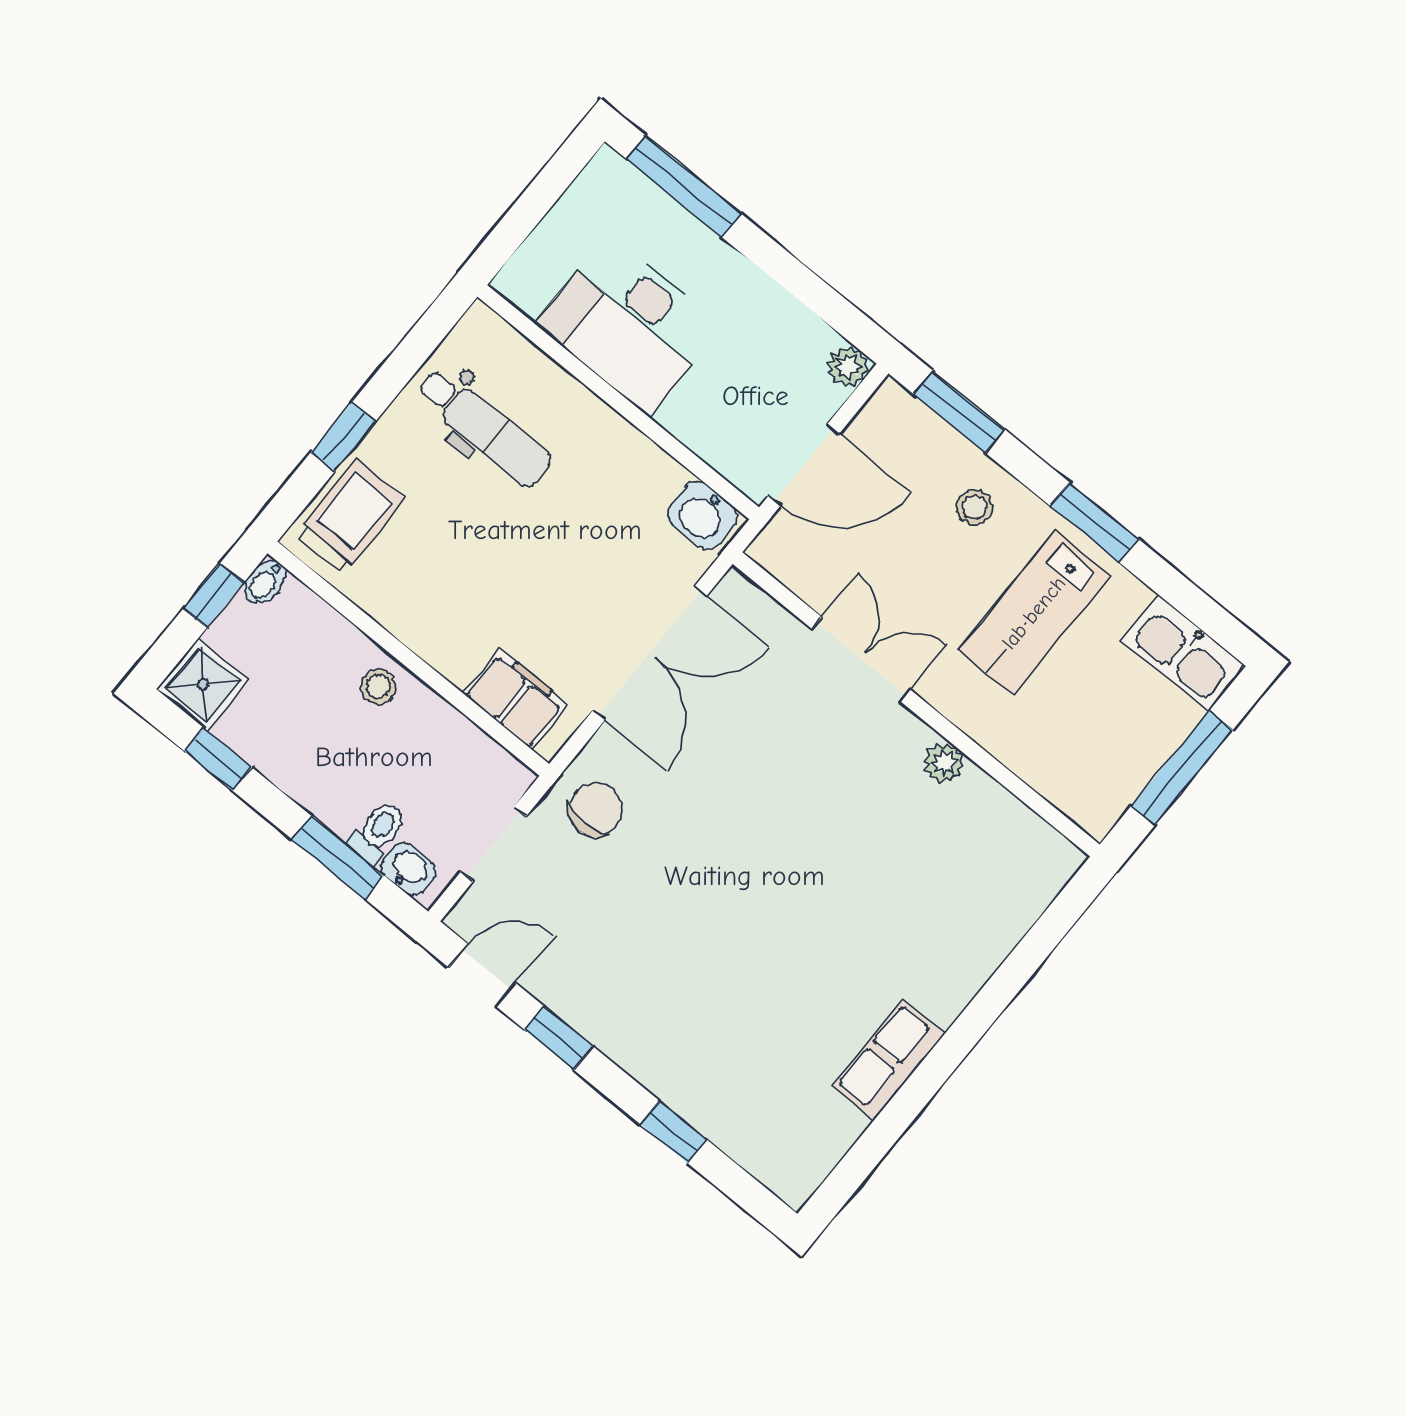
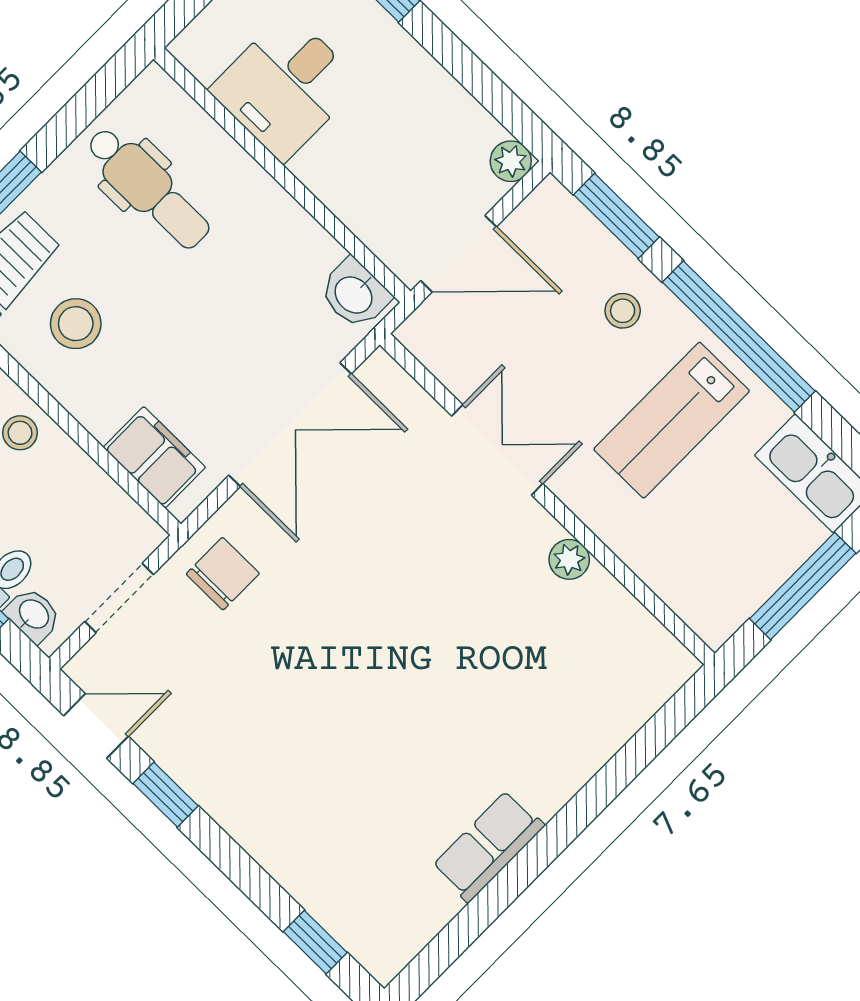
desk: (629, 325) -> (285, 86), width x0.73
window: (1094, 522) -> (739, 337), width x2.11
stool: (424, 571) -> (76, 324), added
window: (673, 1132) -> (315, 942), moved

